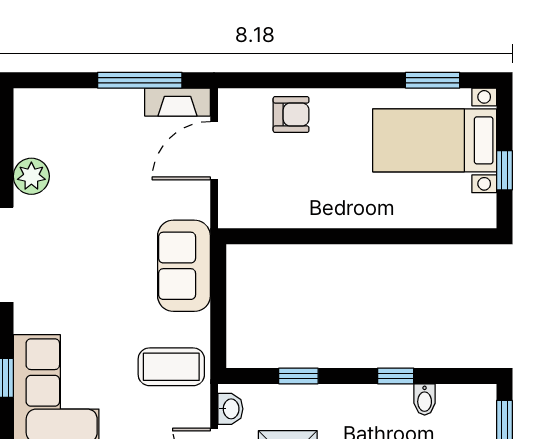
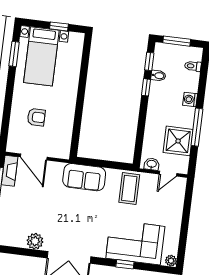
armchair: (291, 115) -> (36, 117), moved, turned 90
window: (298, 376) -> (149, 61), moved

